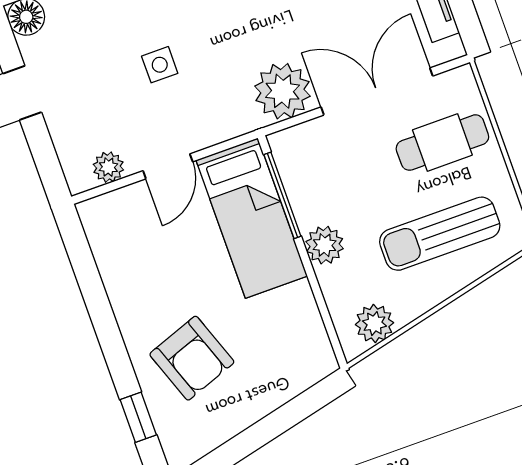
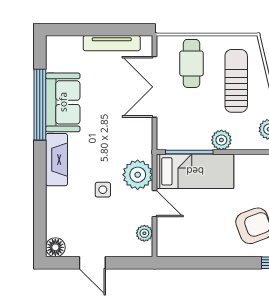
plant: (282, 91) -> (138, 175), moved
sun lounger: (440, 234) -> (236, 81), turned 180

